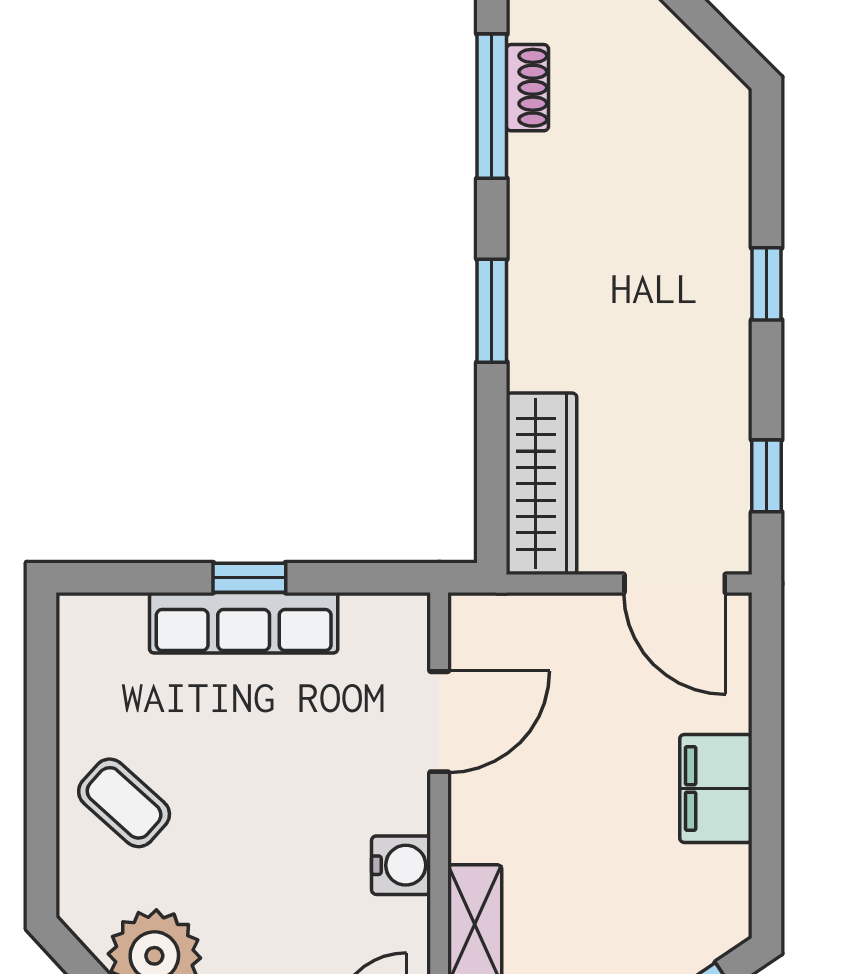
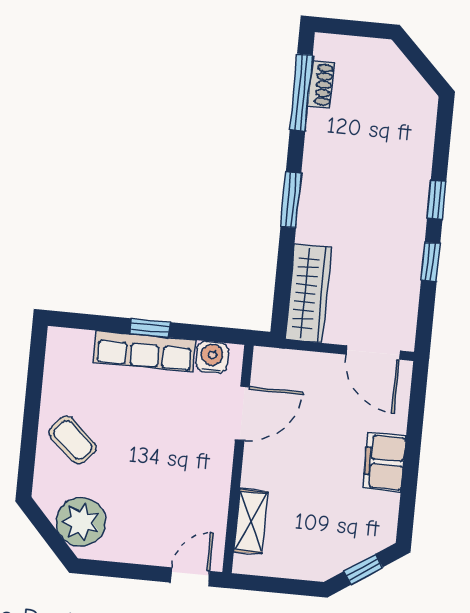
window: (767, 476) -> (431, 262), moved
water cooler: (401, 865) -> (212, 357), moved, turned -90

